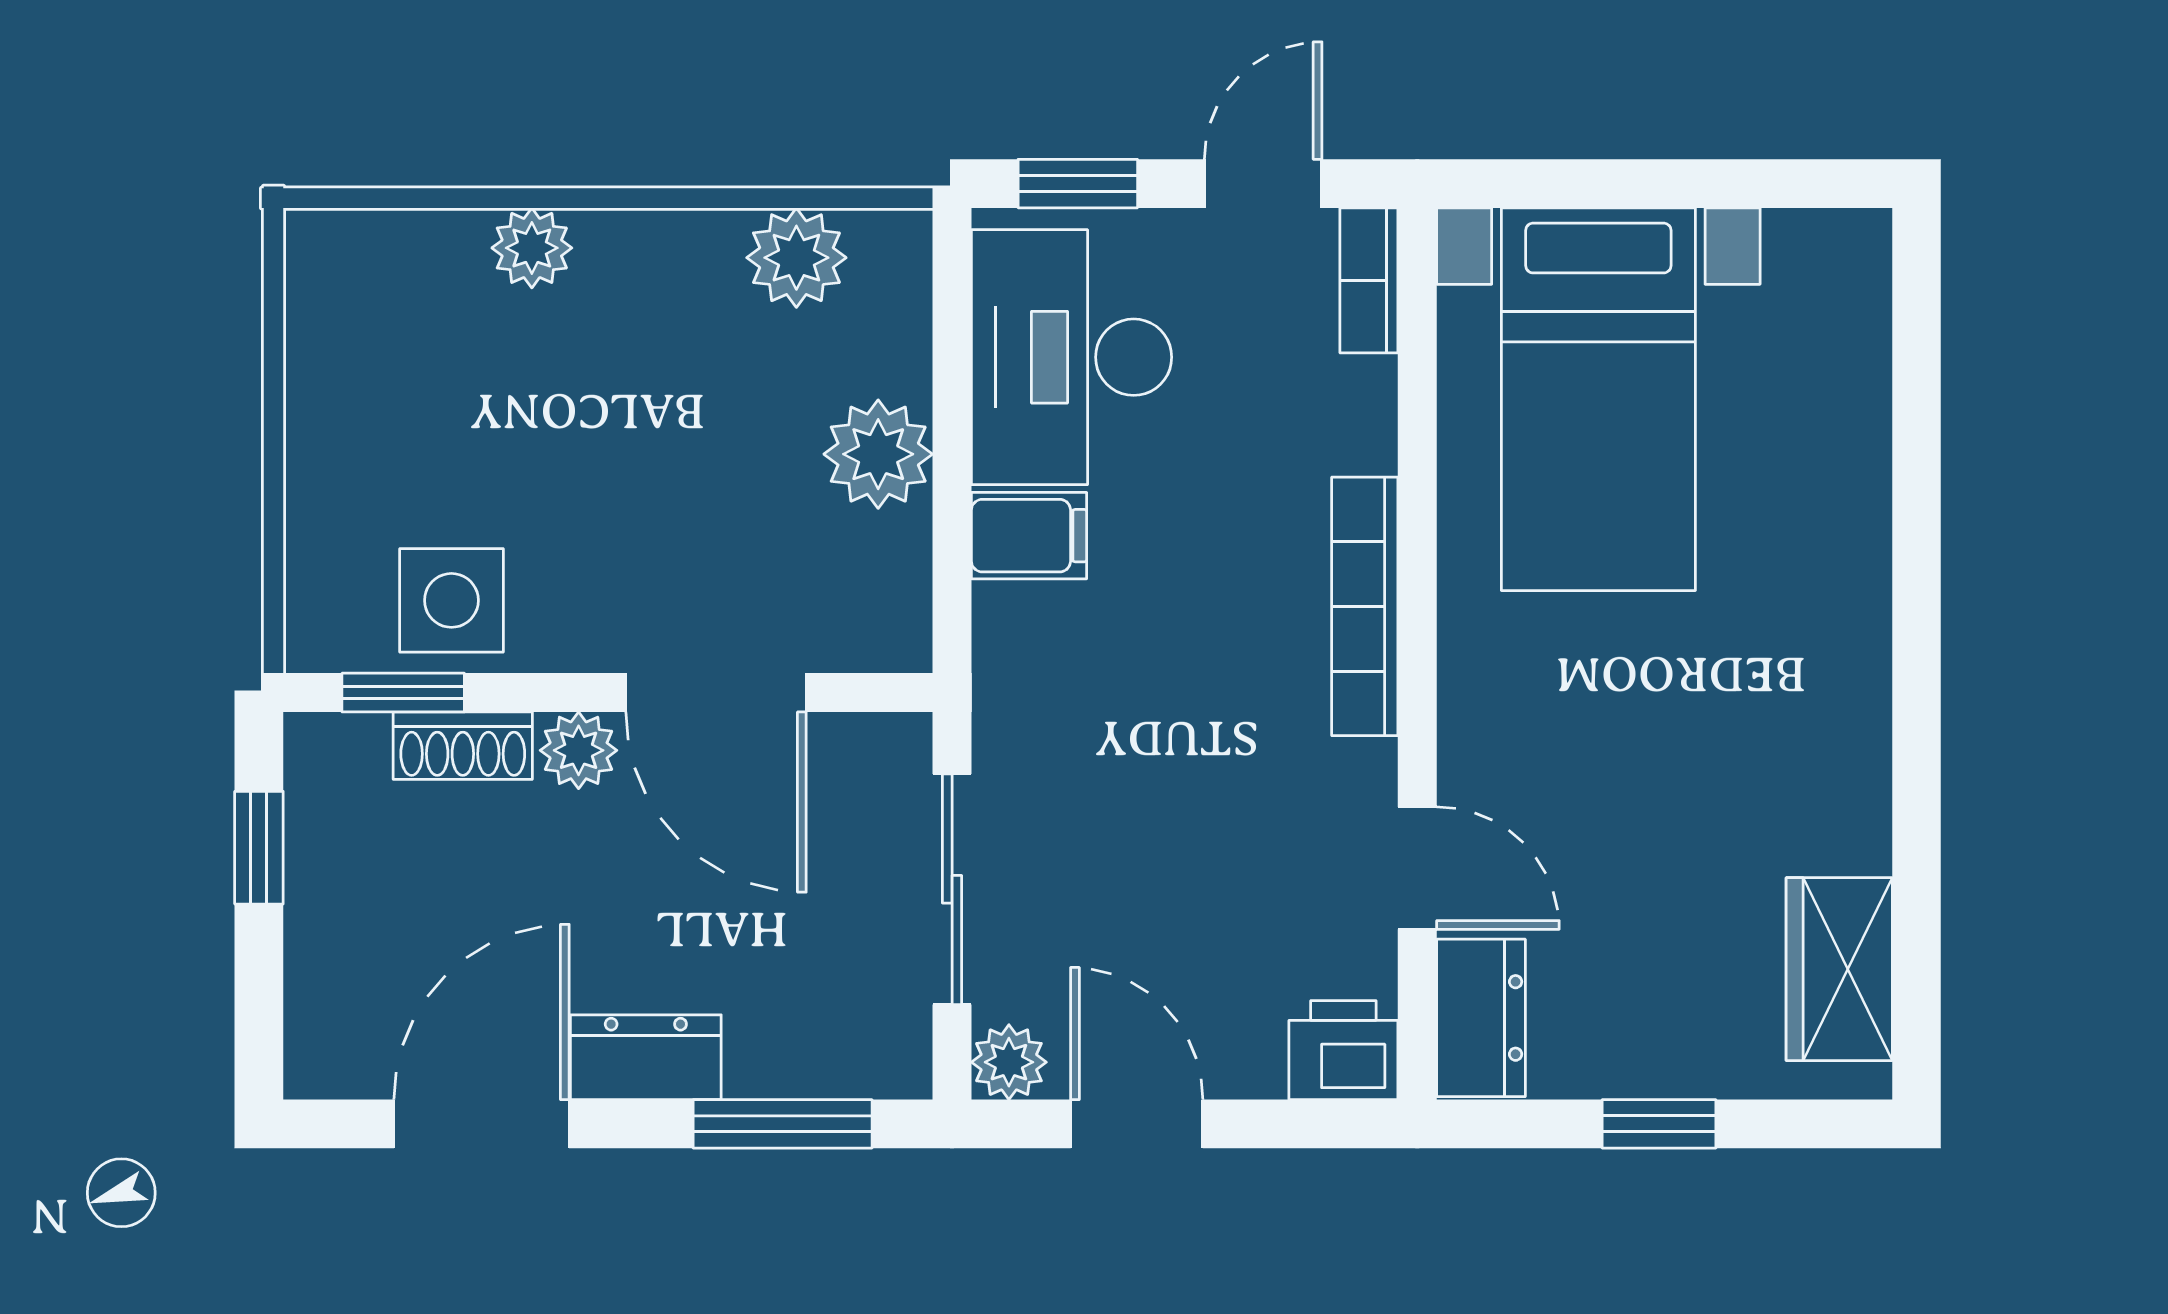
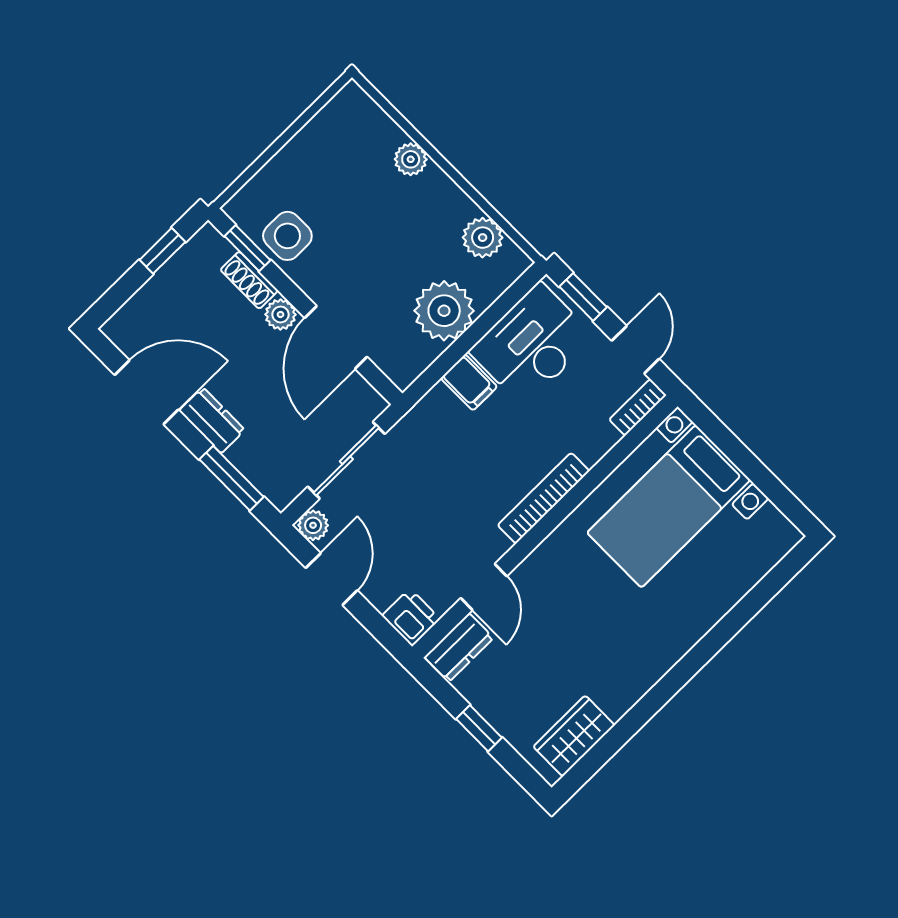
door: (1263, 184) -> (635, 350), hinge flipped
plant: (878, 454) -> (444, 311), width x1.36, depth x1.36

